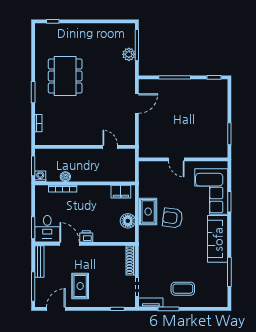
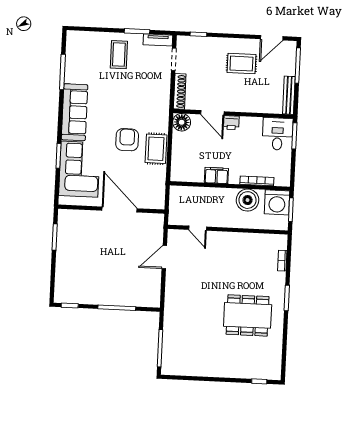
plant: (129, 54) -> (170, 338), removed
dining table: (65, 76) -> (248, 315), turned 90
door: (137, 104) -> (164, 257), moved
door: (176, 159) -> (119, 209), width x1.88
washing machine: (40, 176) -> (277, 202), width x1.89, depth x1.89
boiler: (65, 177) -> (248, 200), width x1.86, depth x1.86
filing cabinet: (121, 192) -> (216, 175), moved
armchair: (173, 218) -> (127, 140), turned -97
floor lamp: (128, 221) -> (182, 122), moved
door: (70, 244) -> (212, 113), moved
rug: (80, 286) -> (241, 64), turned 90
coffee table: (183, 289) -> (119, 55), turned 90

